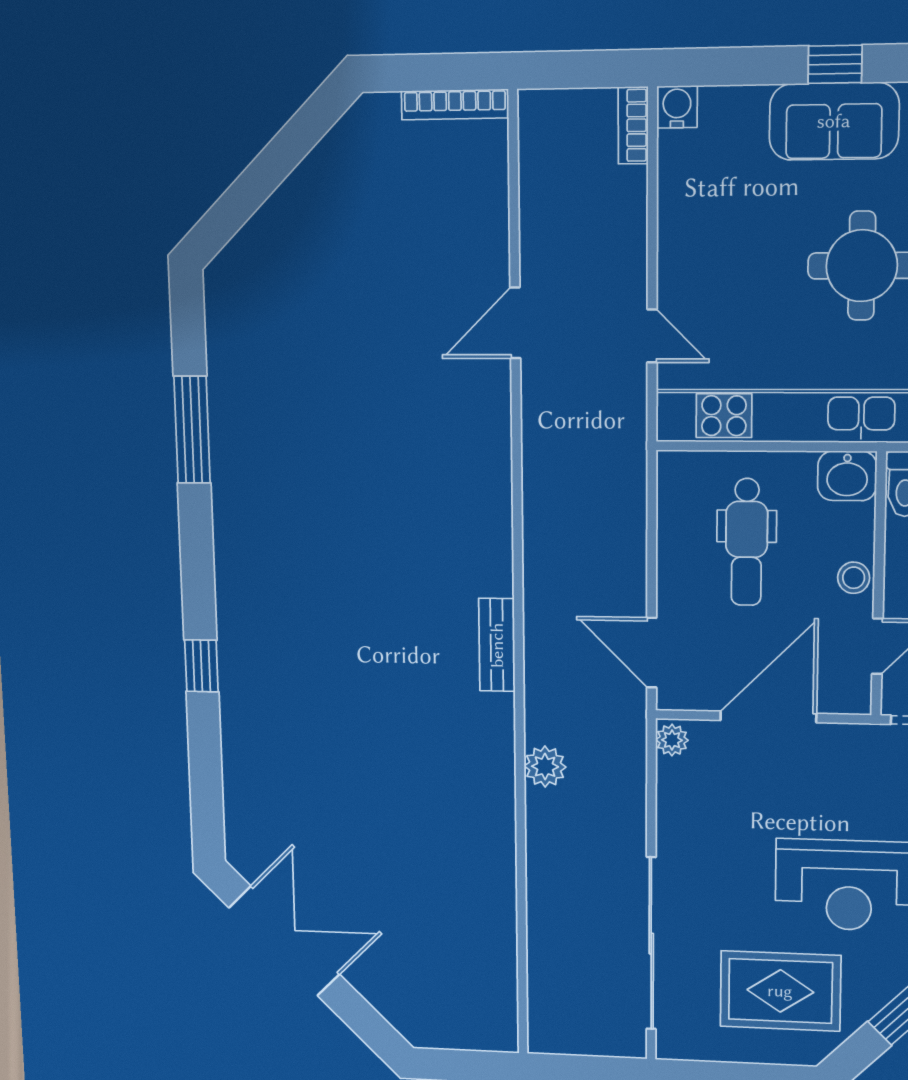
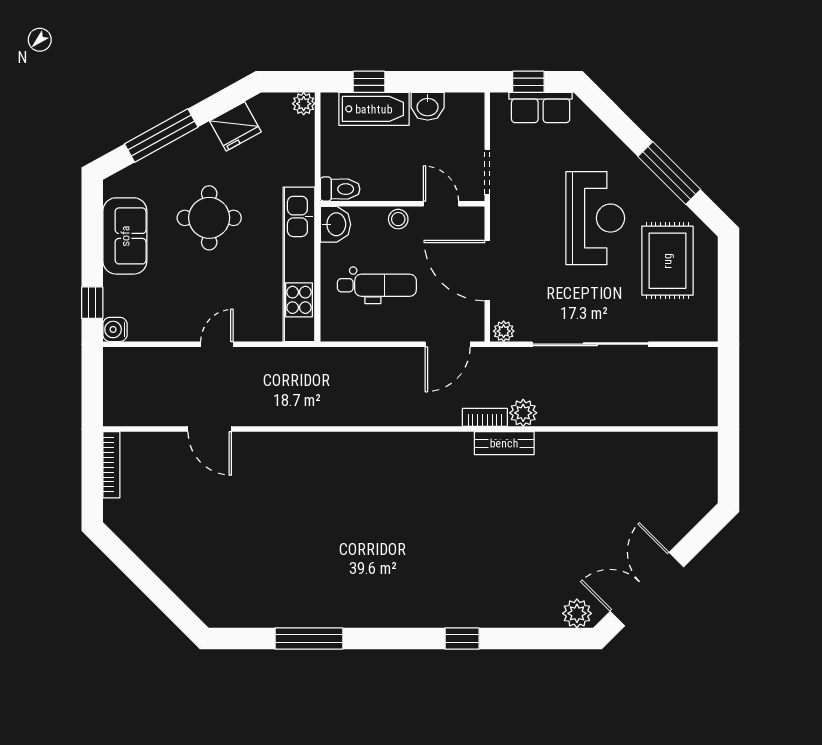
window: (835, 64) -> (92, 303), moved
bookcase: (633, 125) -> (485, 417), moved, turned 180
door: (515, 323) -> (210, 429), moved
door: (652, 336) -> (217, 344), moved
bench: (497, 645) -> (504, 443), moved
plant: (245, 838) -> (577, 613), added
sliding door: (651, 944) -> (590, 344), moved

